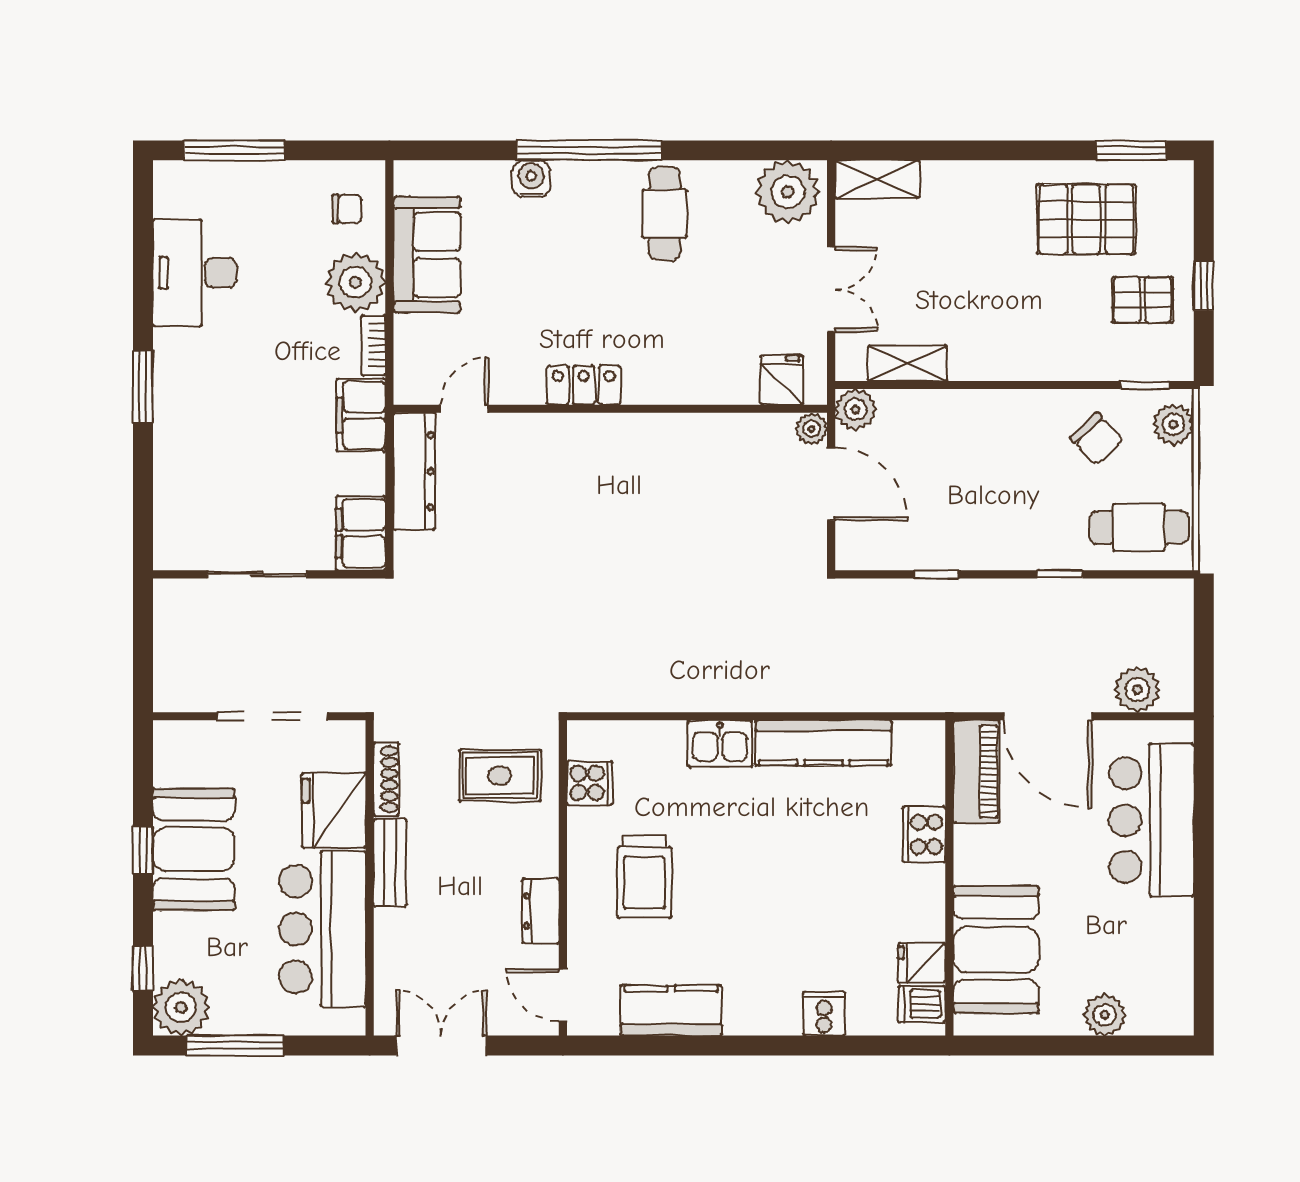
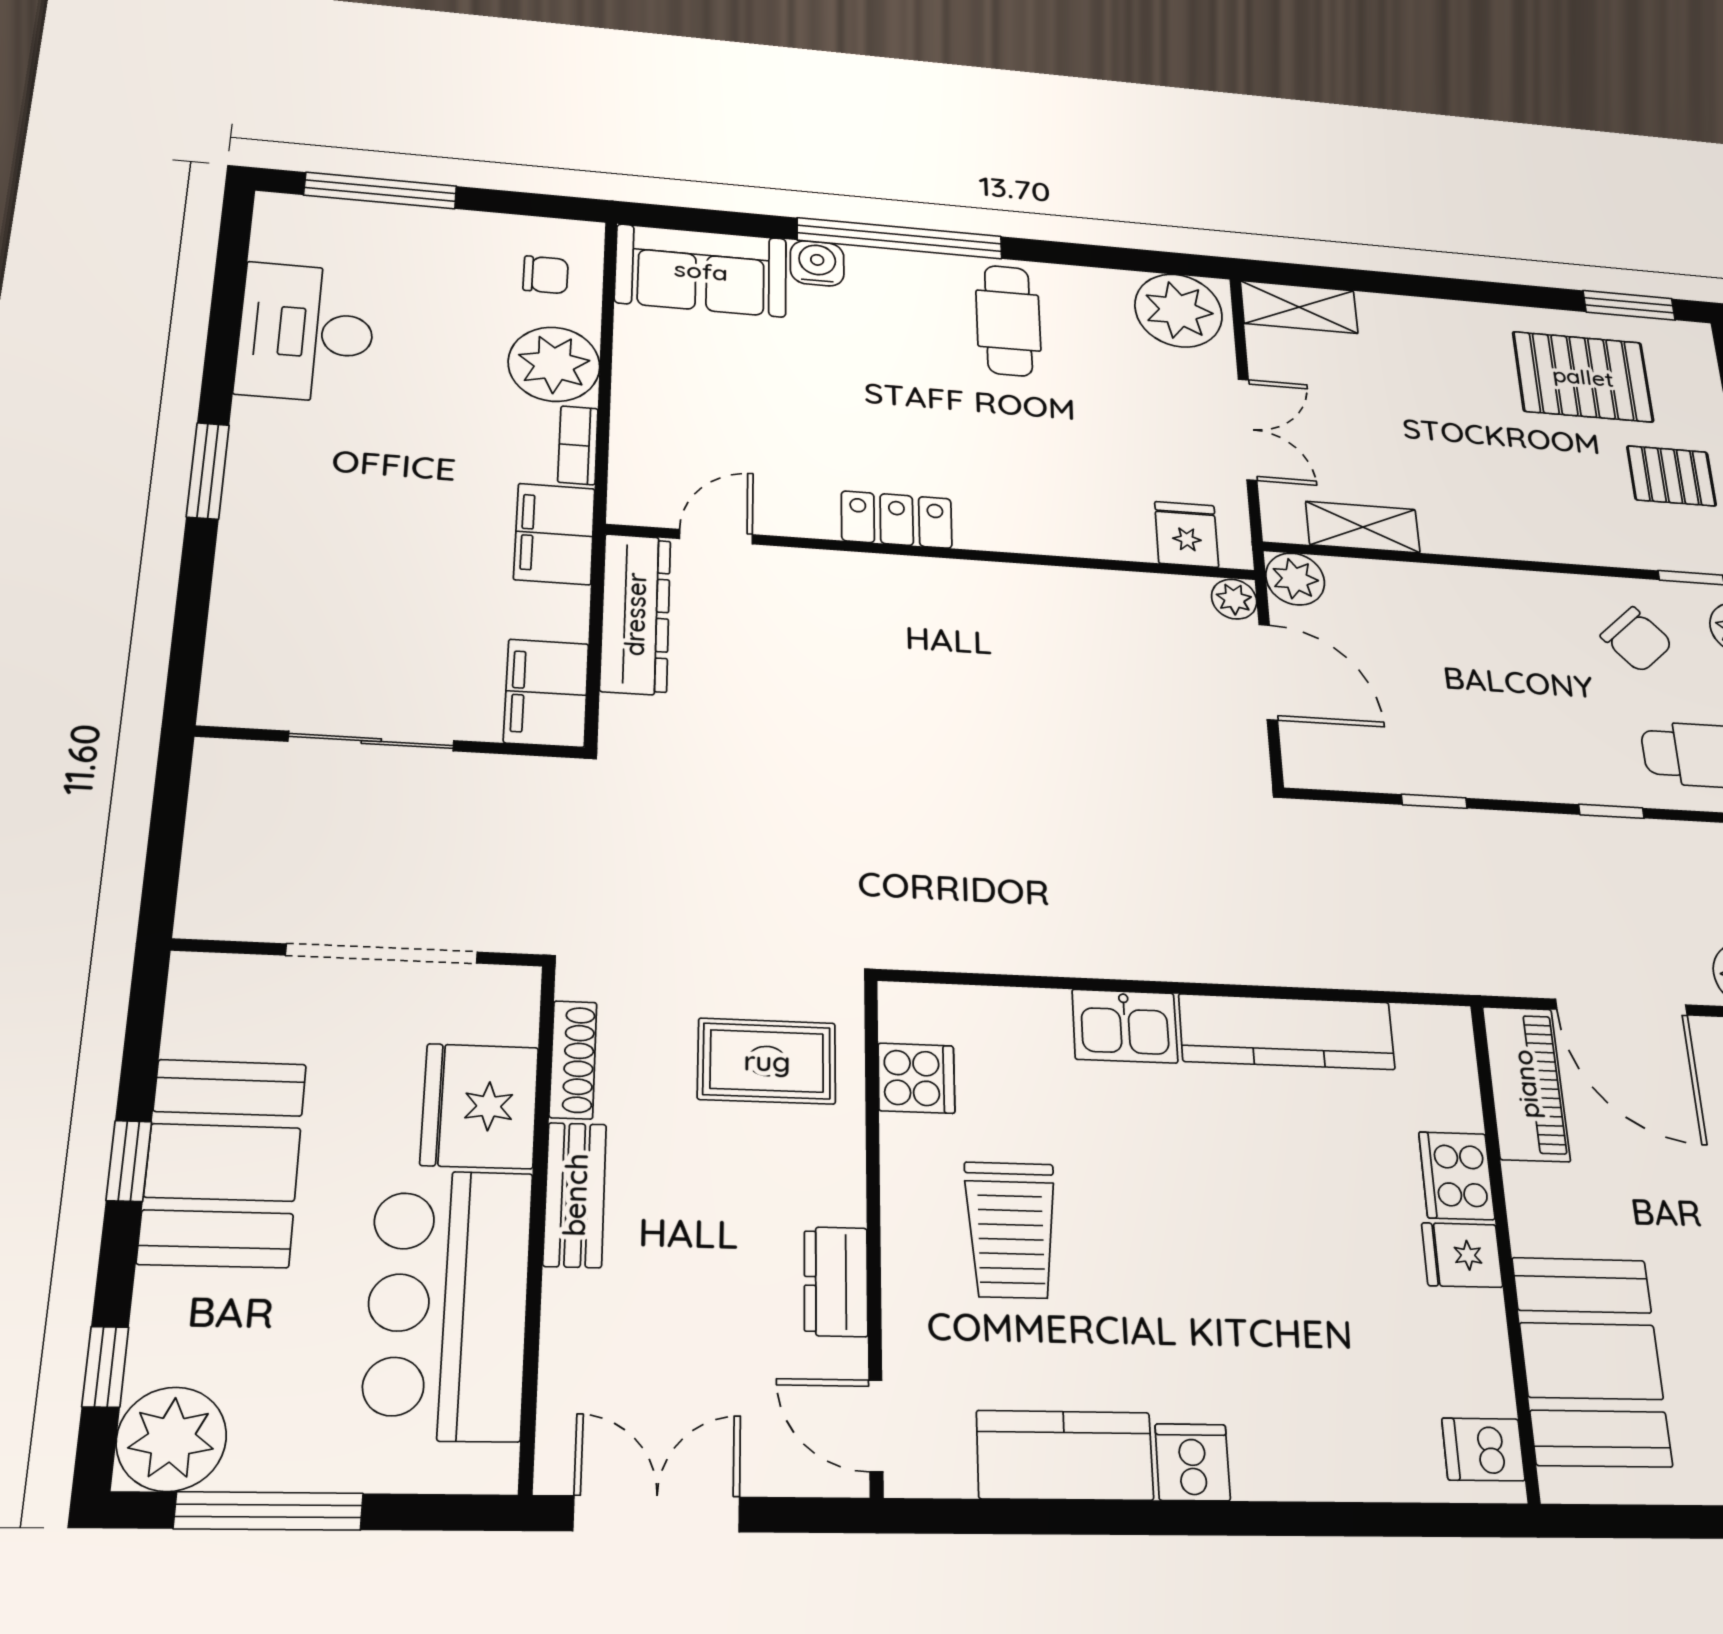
sofa: (427, 255) -> (701, 271), moved, turned 90
fridge: (922, 963) -> (1462, 1255), moved
cooker: (824, 1014) -> (1193, 1462), moved

